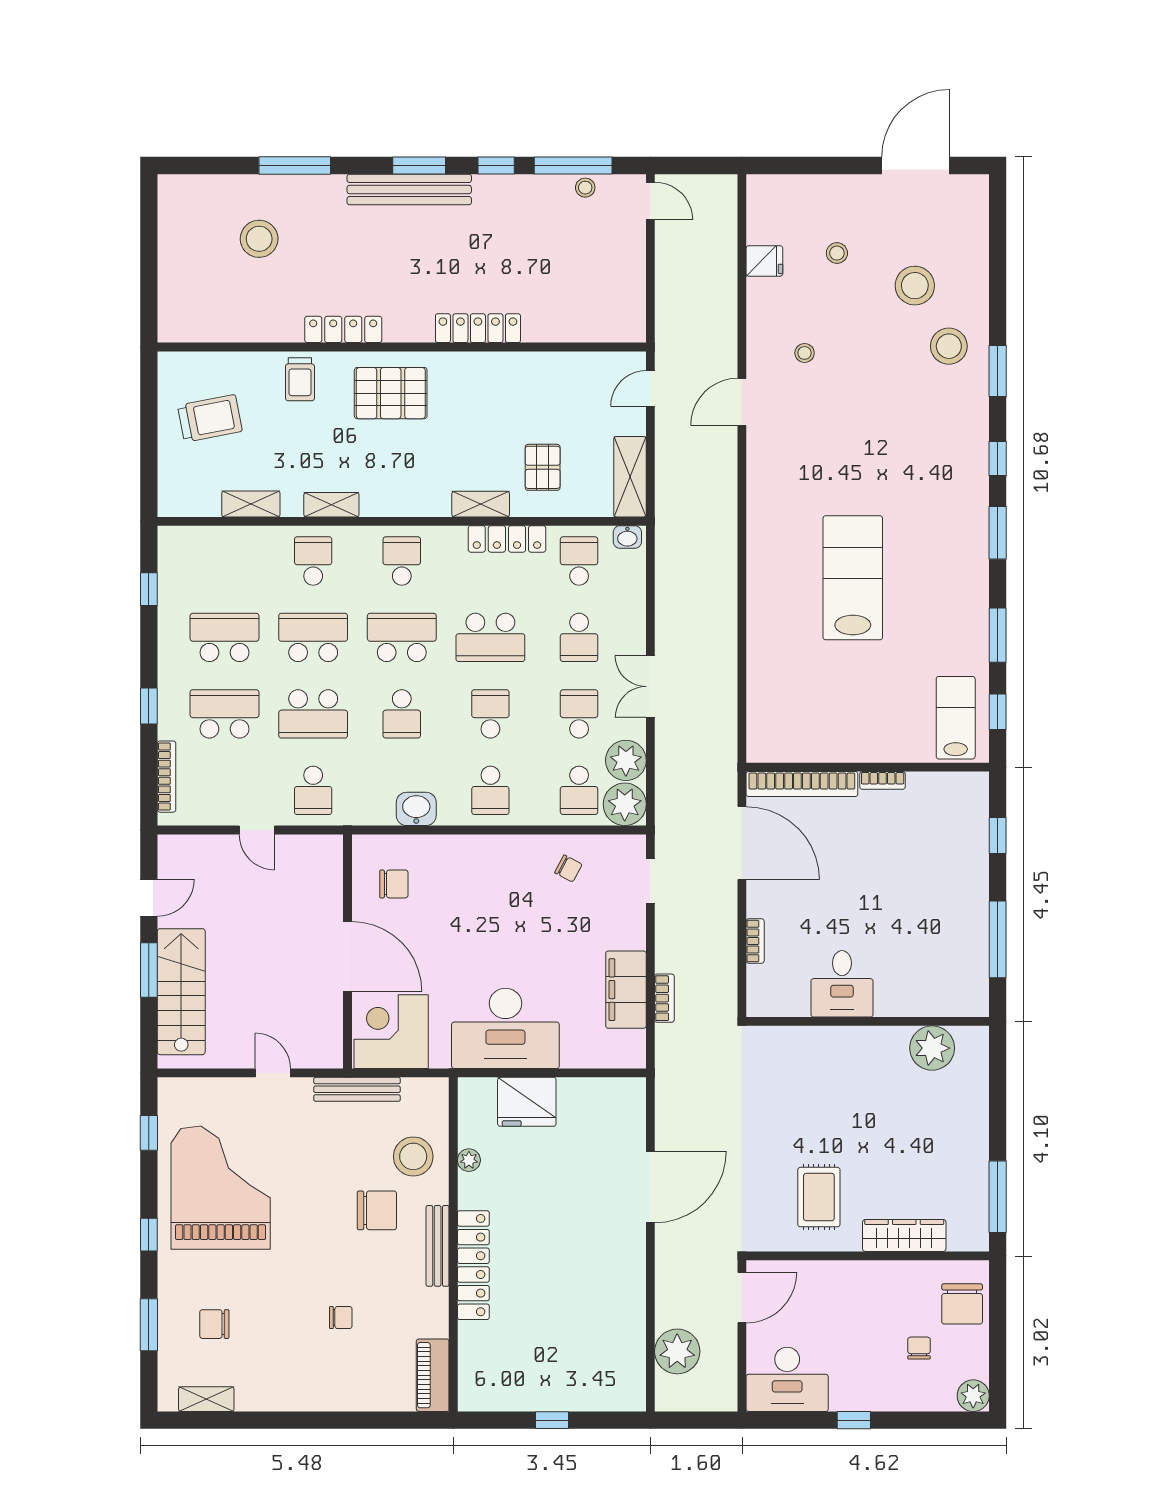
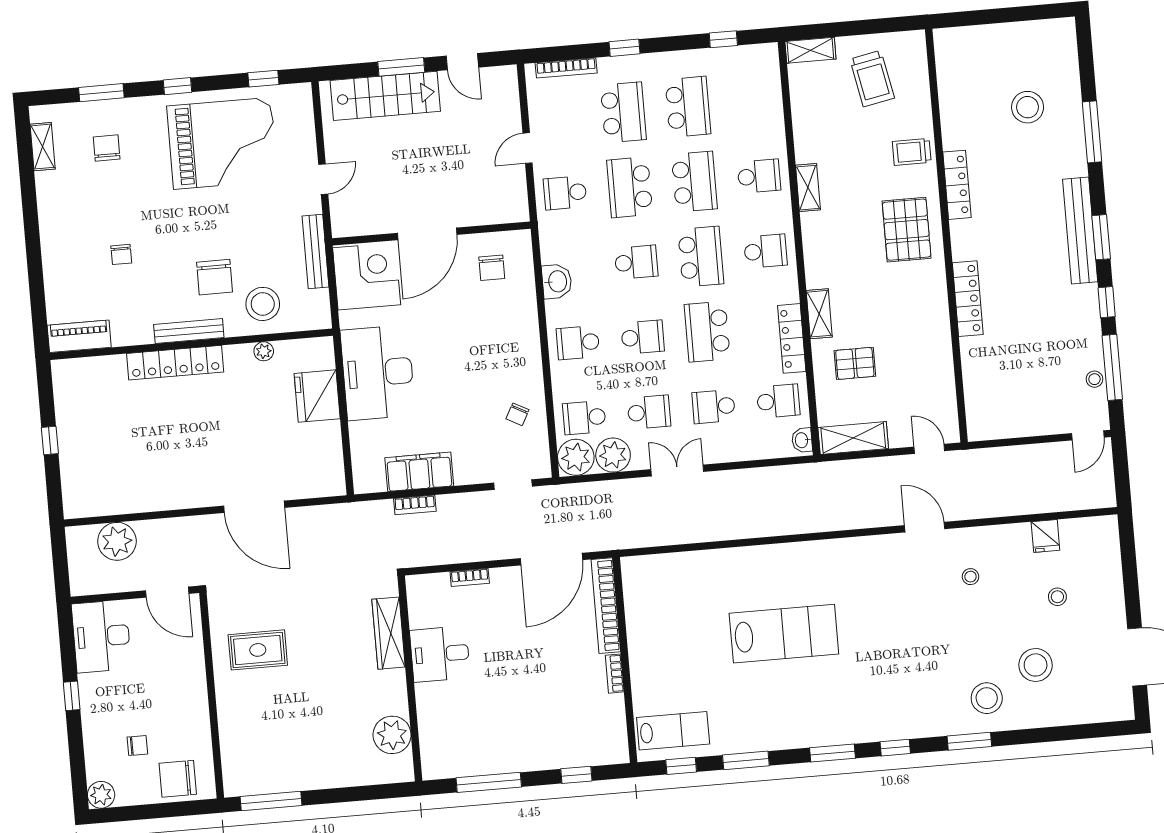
shelving: (251, 504) -> (810, 50), moved, turned 90
school desk: (402, 714) -> (636, 262), turned 180
wardrobe: (904, 1235) -> (389, 633), moved, turned 180

